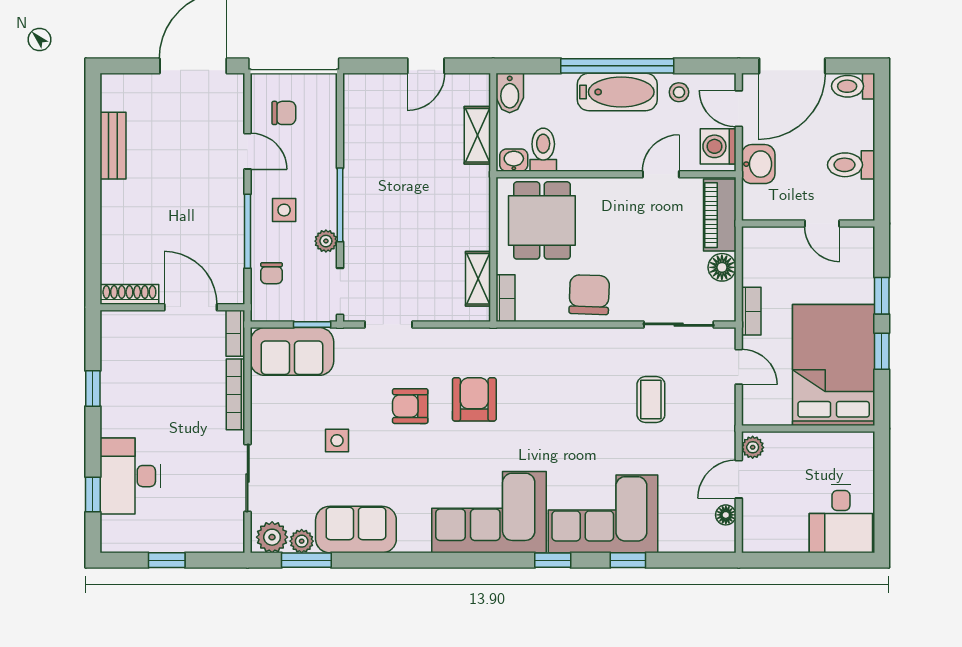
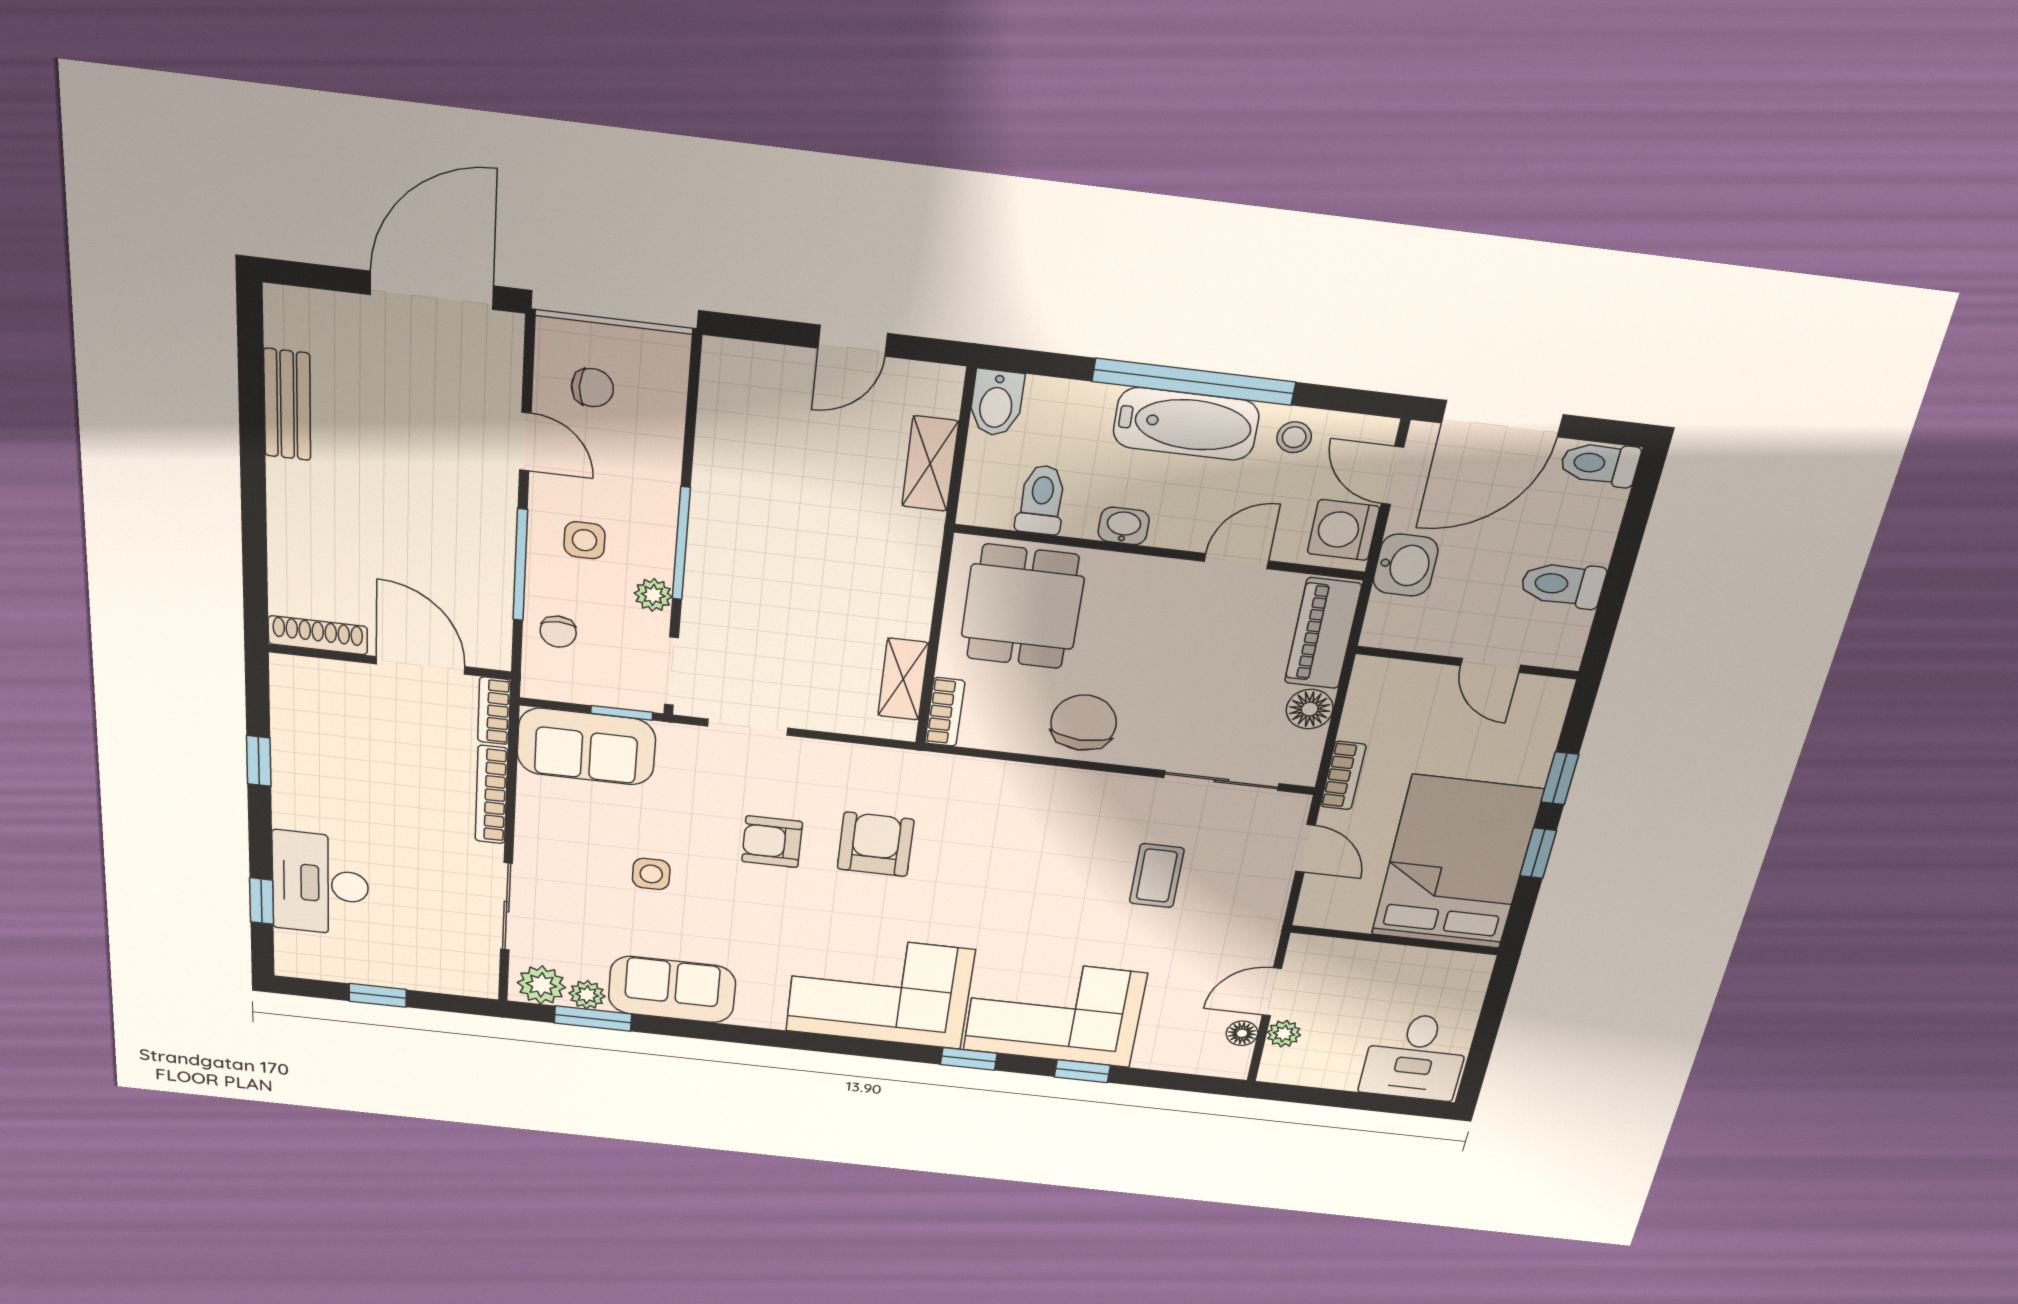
washbasin: (514, 160) -> (1124, 526), moved
plant: (753, 447) -> (1284, 1034), moved

